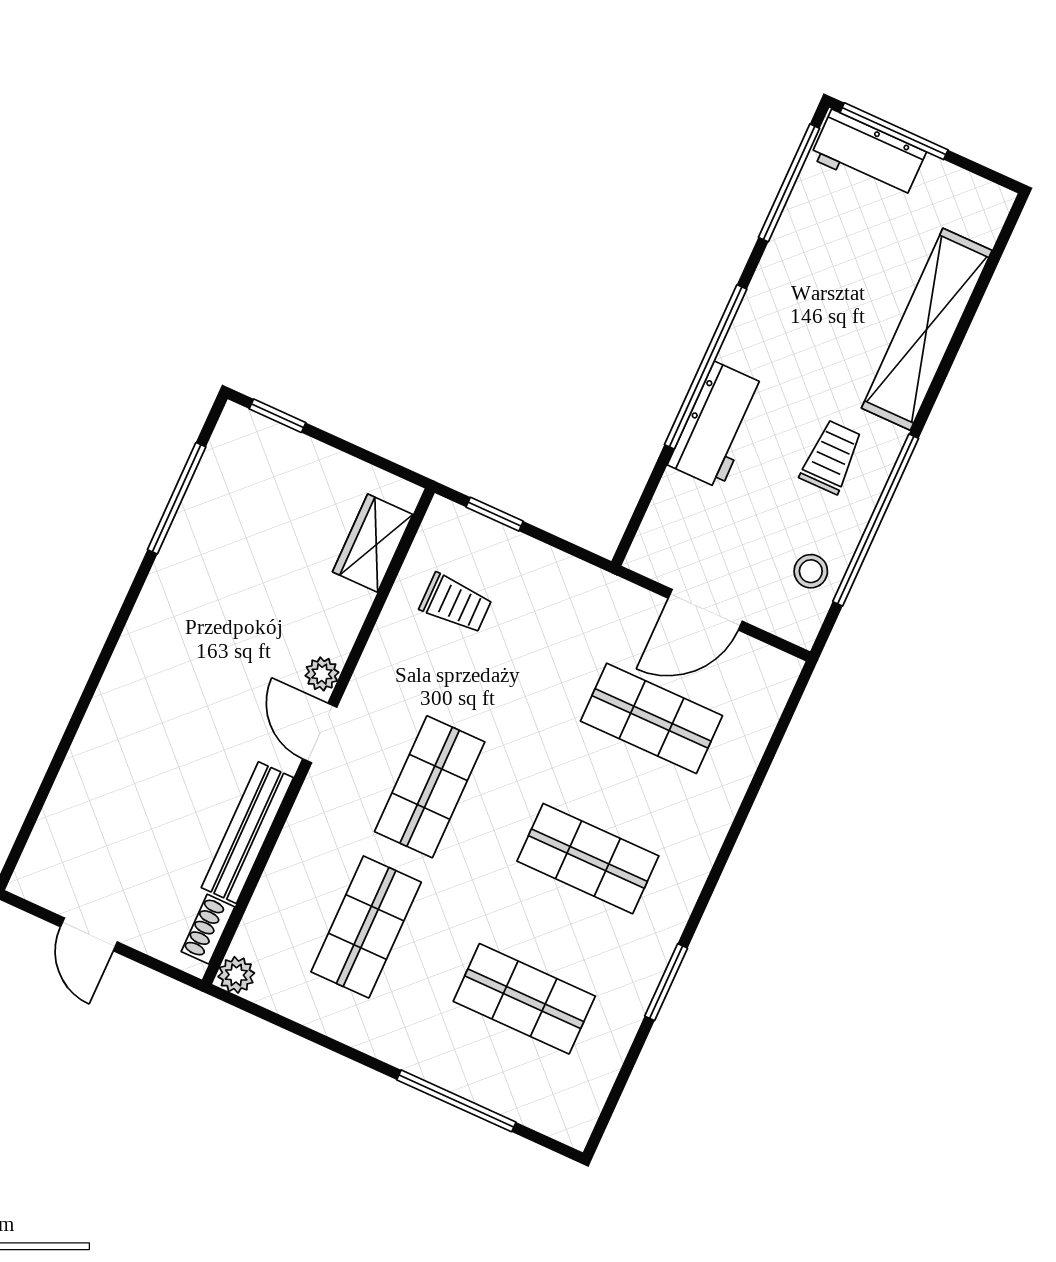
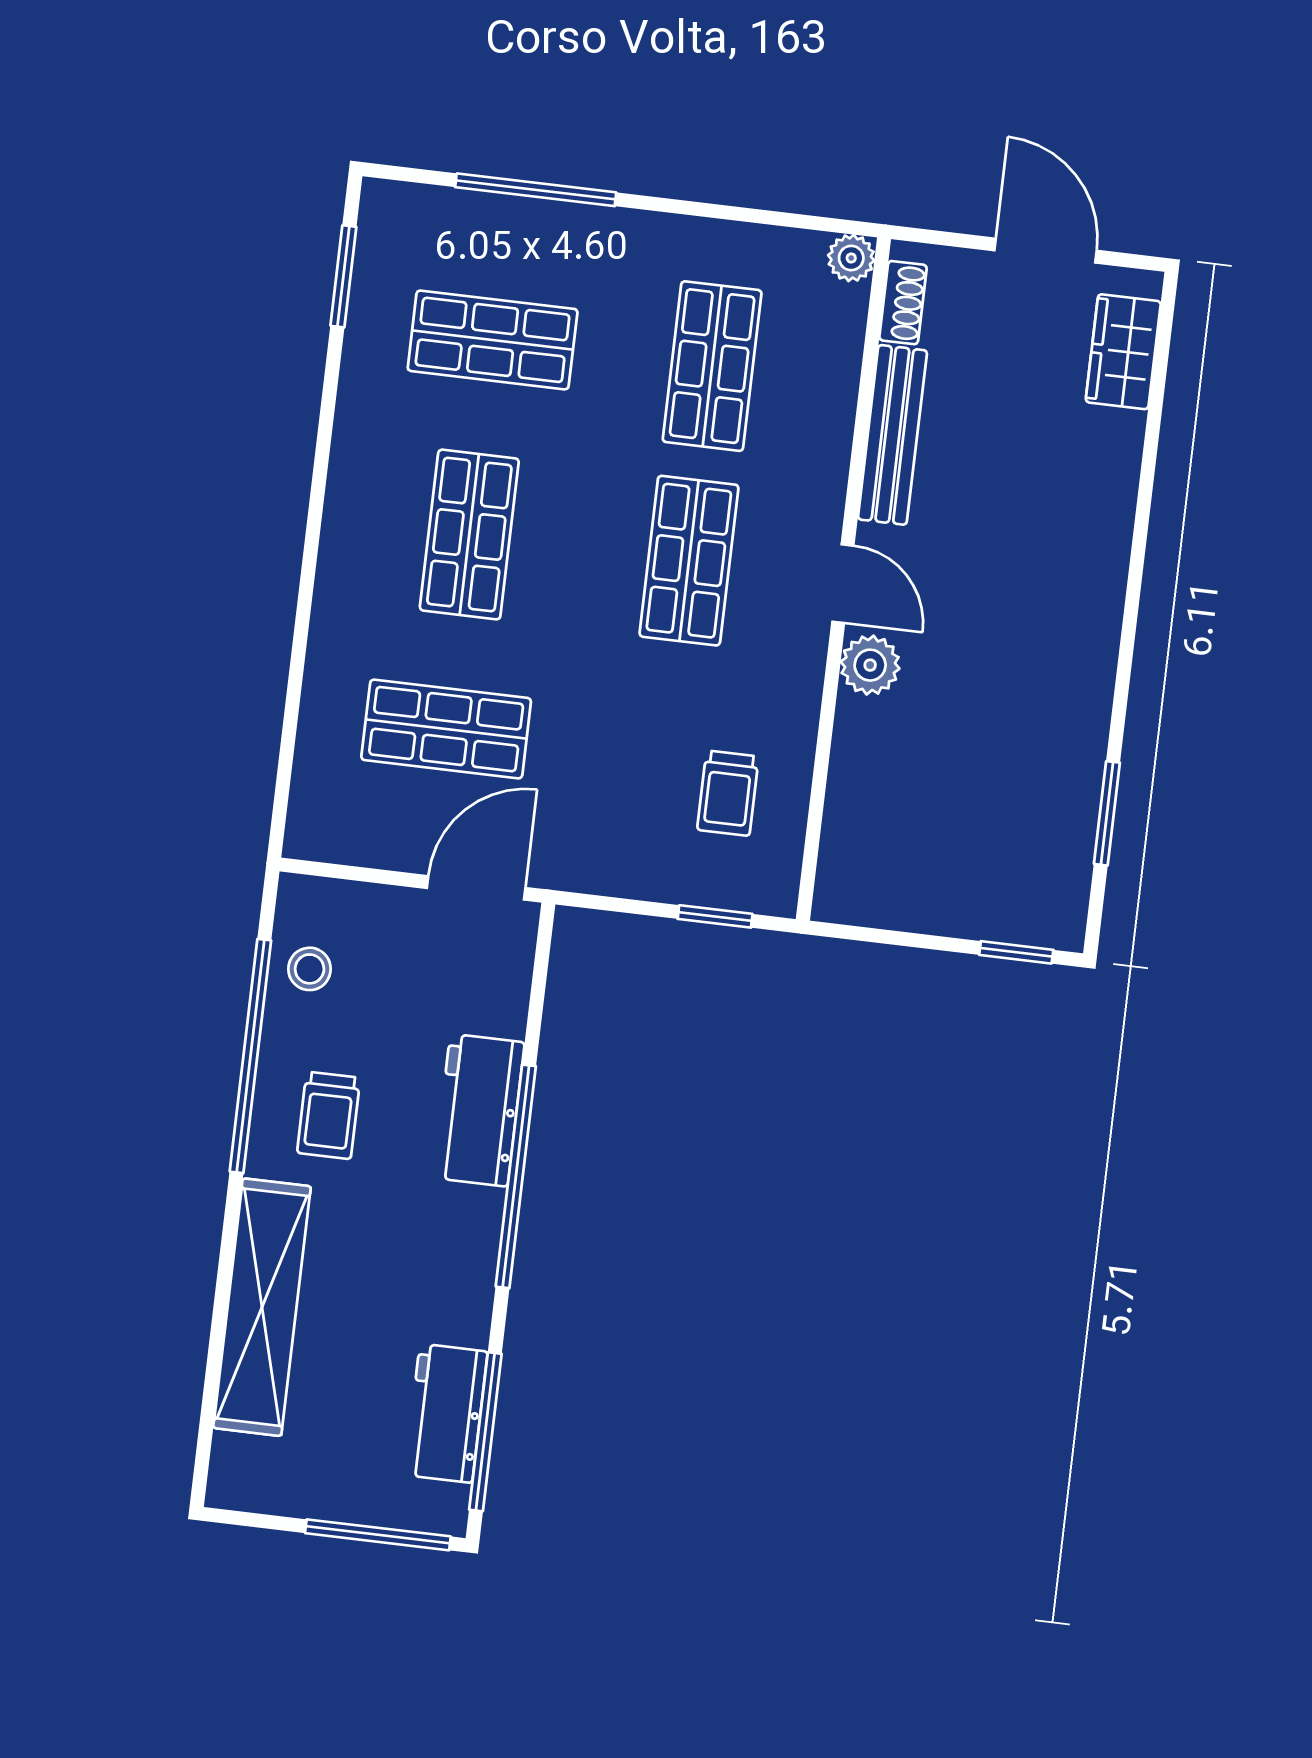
workbench: (868, 155) -> (446, 1413), moved, turned -90
window: (177, 498) -> (1107, 813), width x0.69
wardrobe: (373, 543) -> (1123, 352), moved, turned 180
trolley: (456, 603) -> (728, 793), turned -90
door: (705, 610) -> (476, 888), moved
plant: (322, 674) -> (870, 665), width x1.38, depth x1.38
shop shelf: (588, 859) -> (469, 534), turned 90
door: (89, 934) -> (1045, 251), width x1.38
window: (666, 982) -> (343, 276), moved

